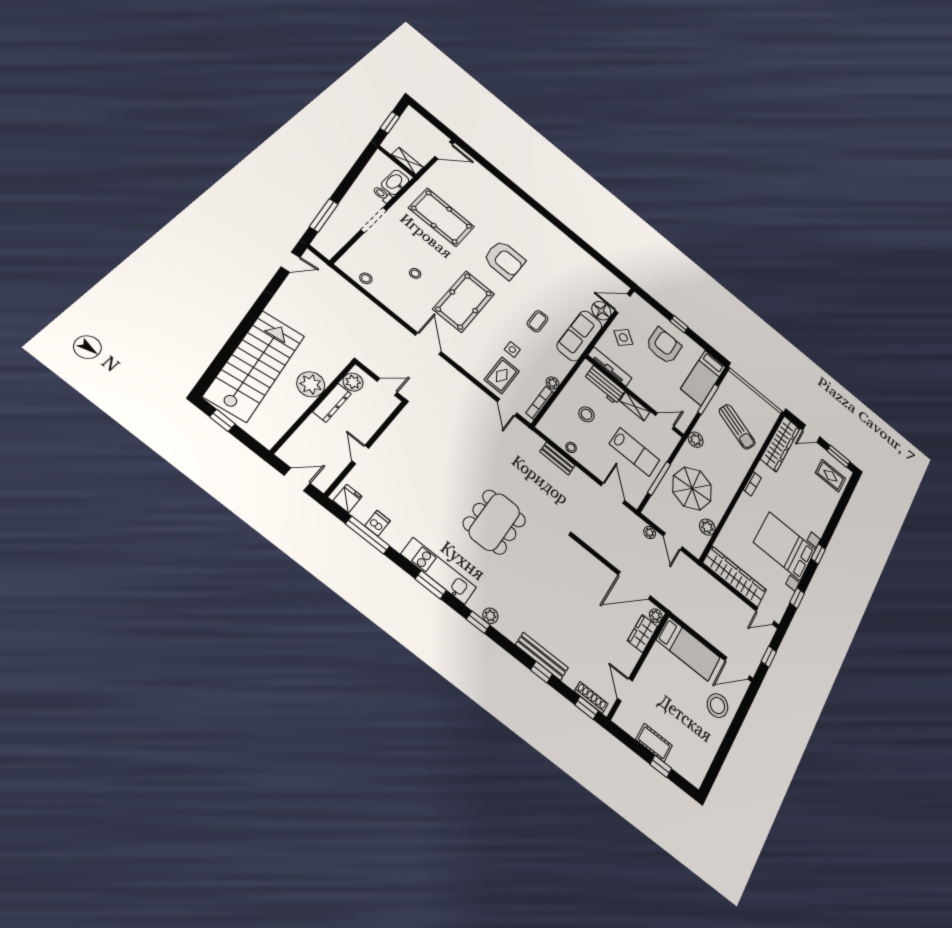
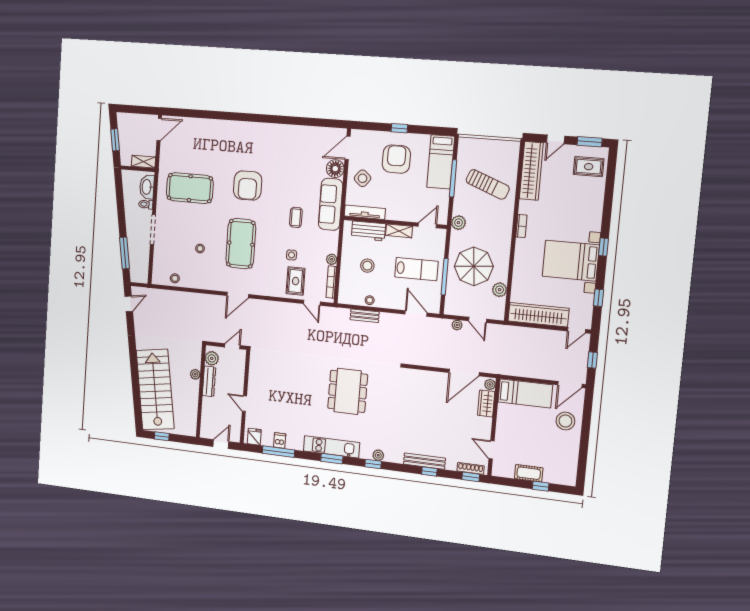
armchair: (505, 260) -> (248, 186), turned 90
door: (428, 343) -> (238, 295), swing flipped
plant: (311, 384) -> (195, 374), width x0.53, depth x0.53

